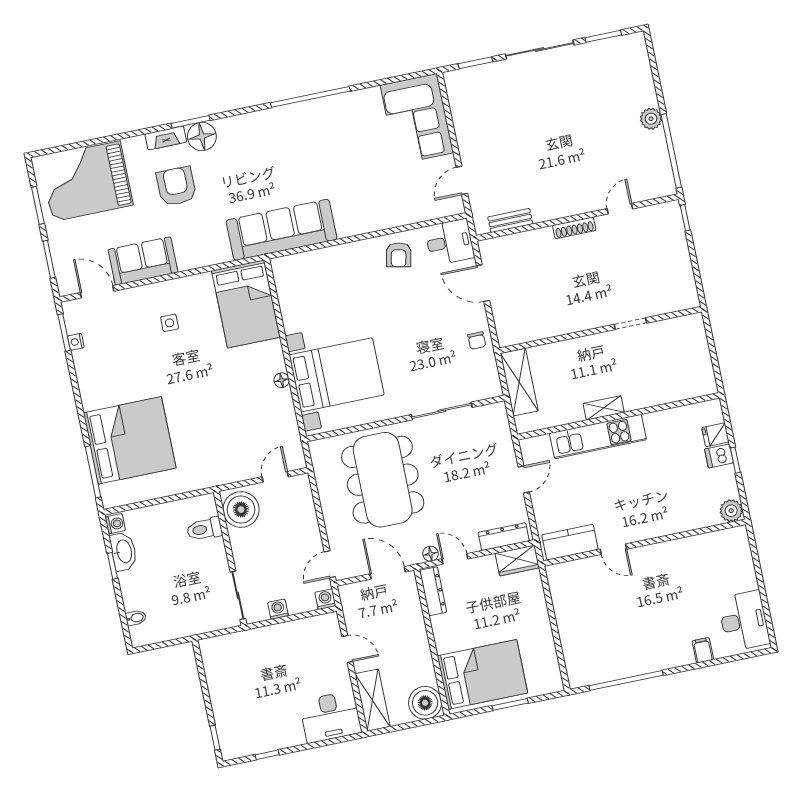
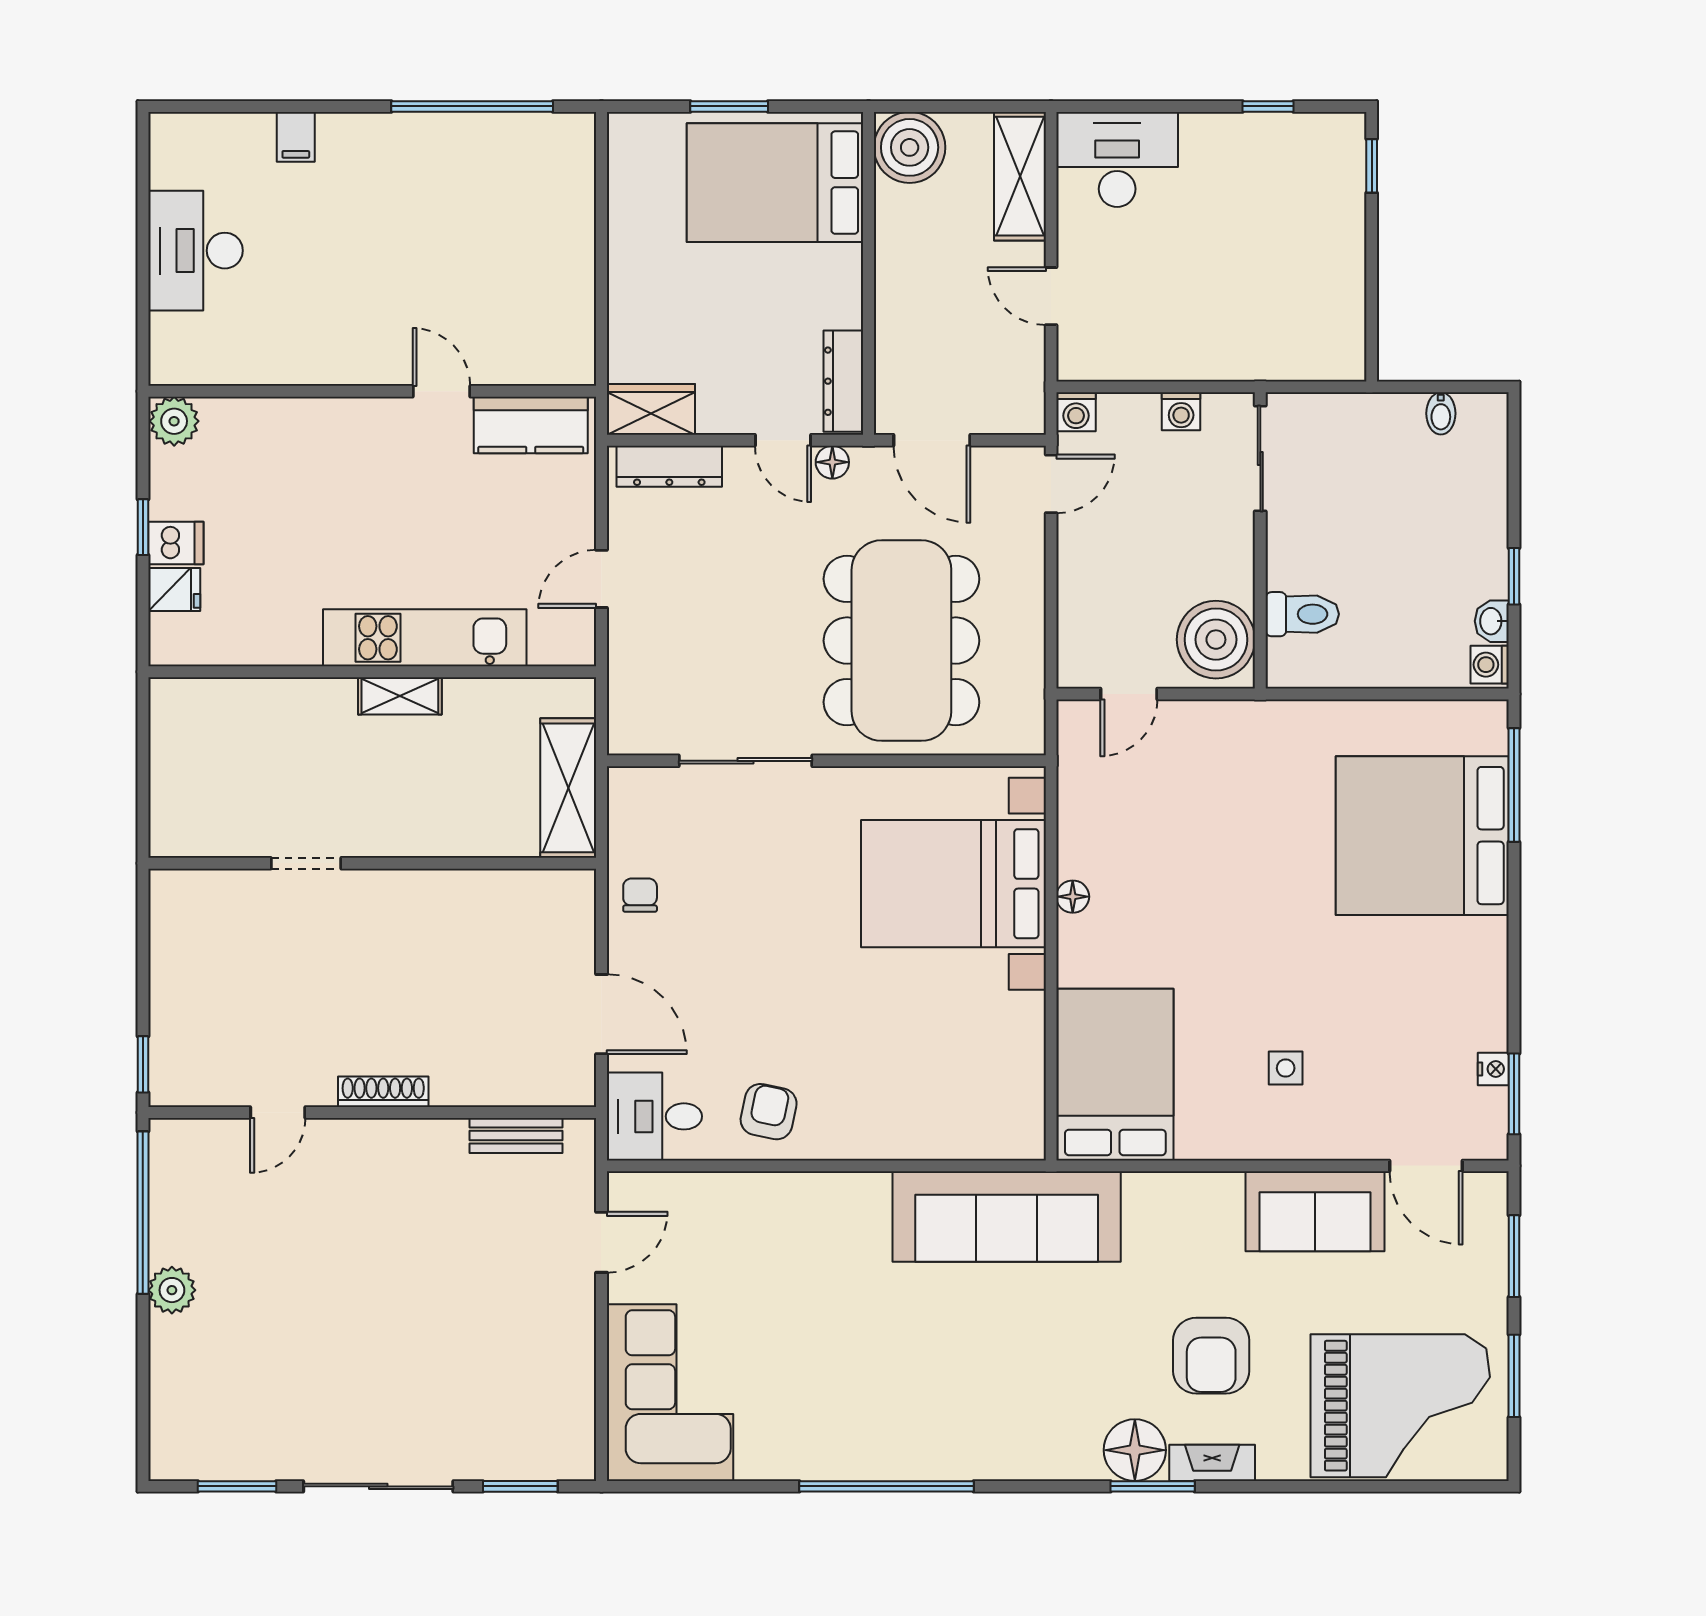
washbasin: (123, 551) -> (1492, 621), width x0.52, depth x0.69
bidet: (136, 618) -> (1441, 413), moved, turned -90
desk: (744, 621) -> (196, 251), moved

